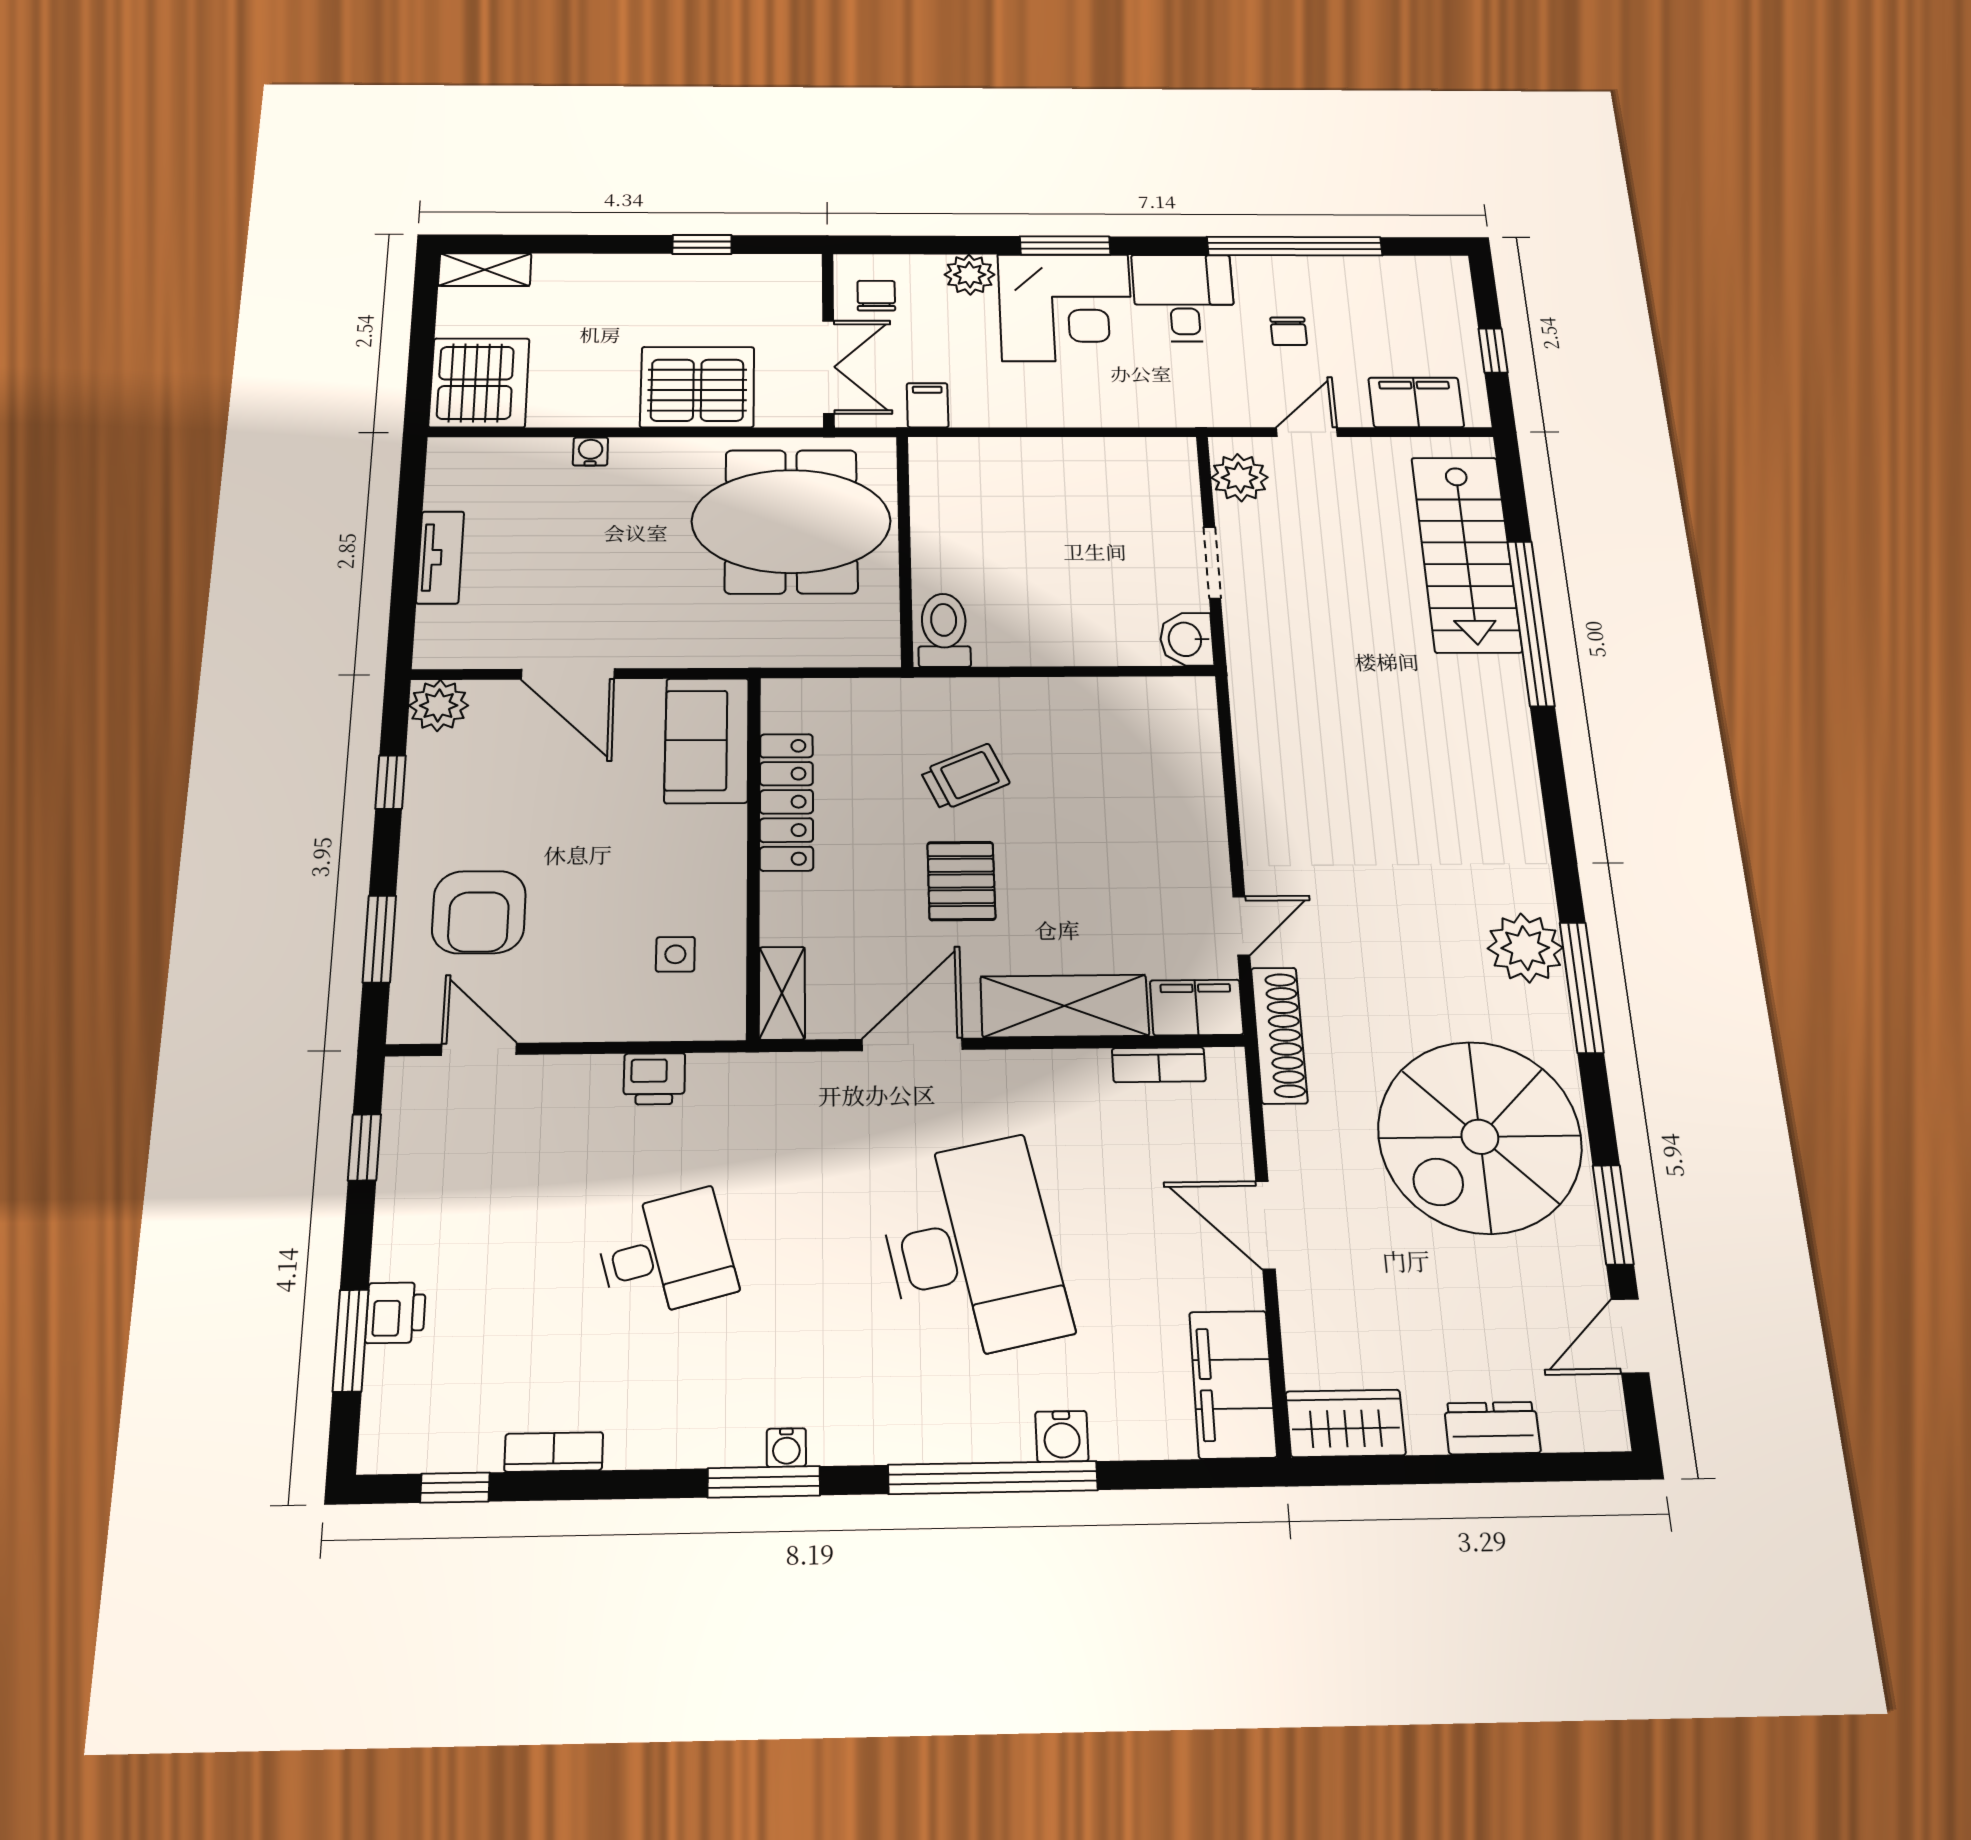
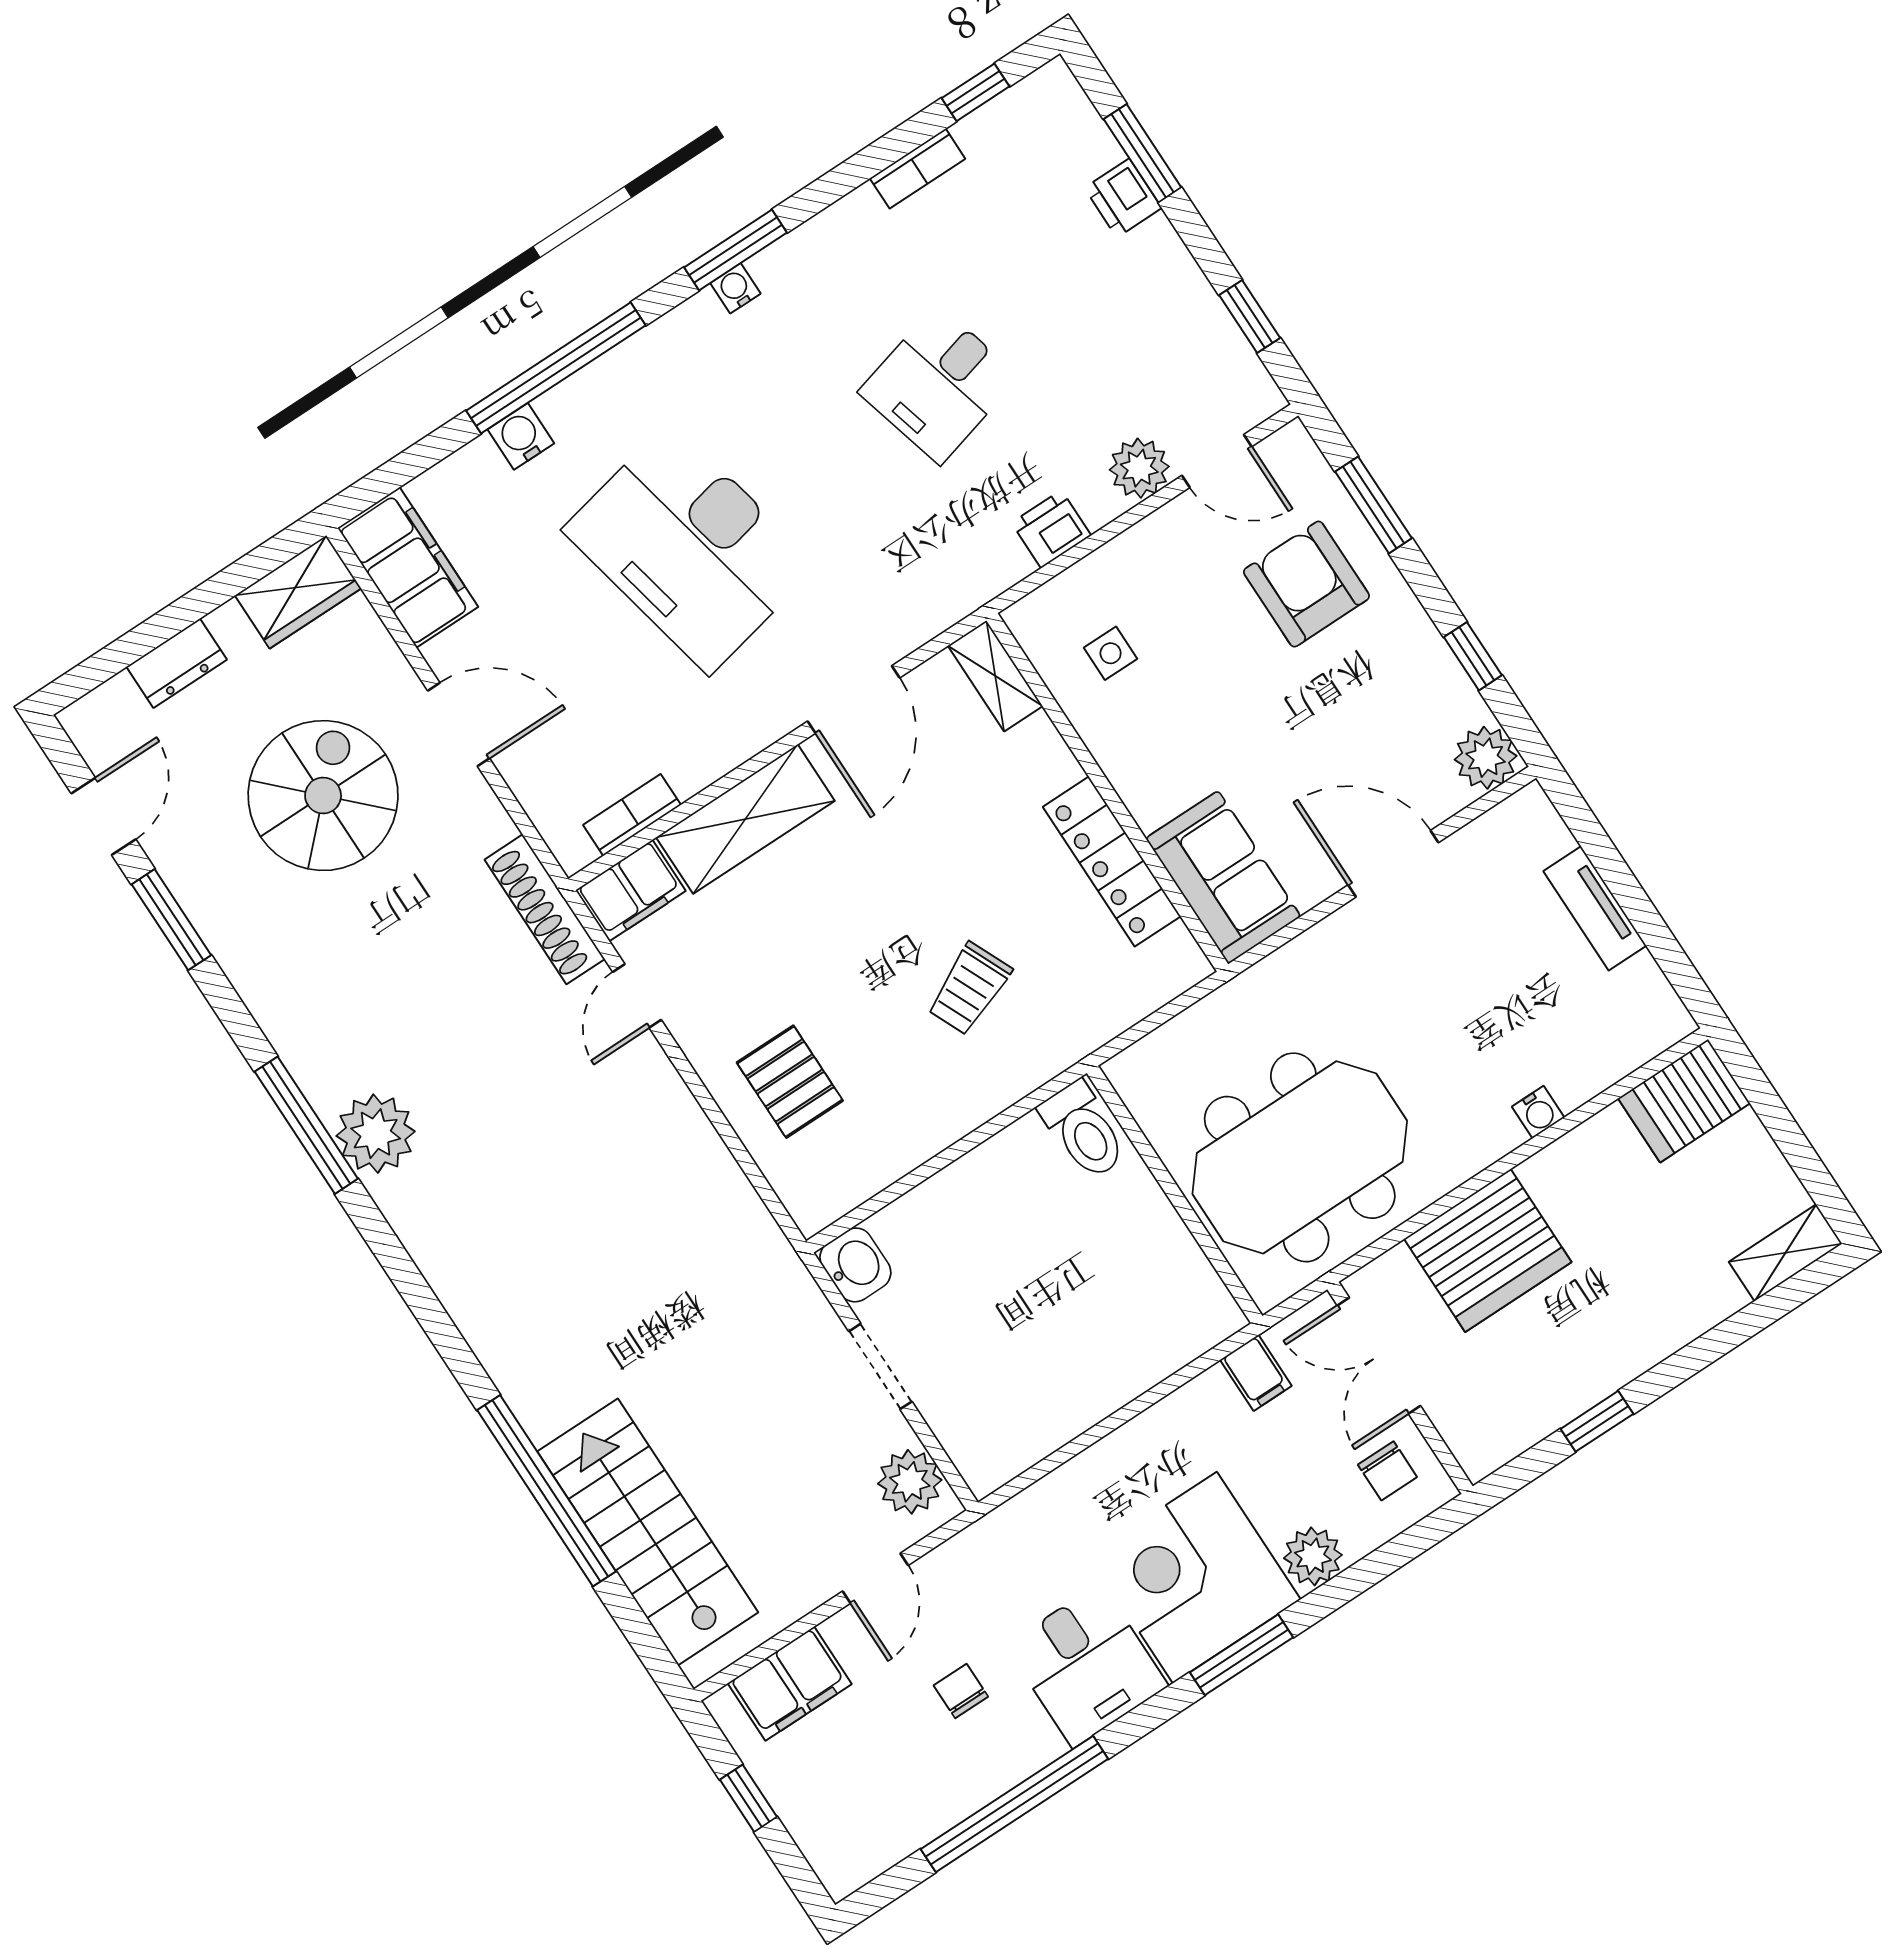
server rack: (479, 383) -> (1684, 1101), width x0.62
pallet: (961, 881) -> (790, 1082), moved
plant: (547, 1082) -> (1139, 468), added
spiral stairs: (1480, 1137) -> (323, 796), moved, width x0.73, depth x0.73

